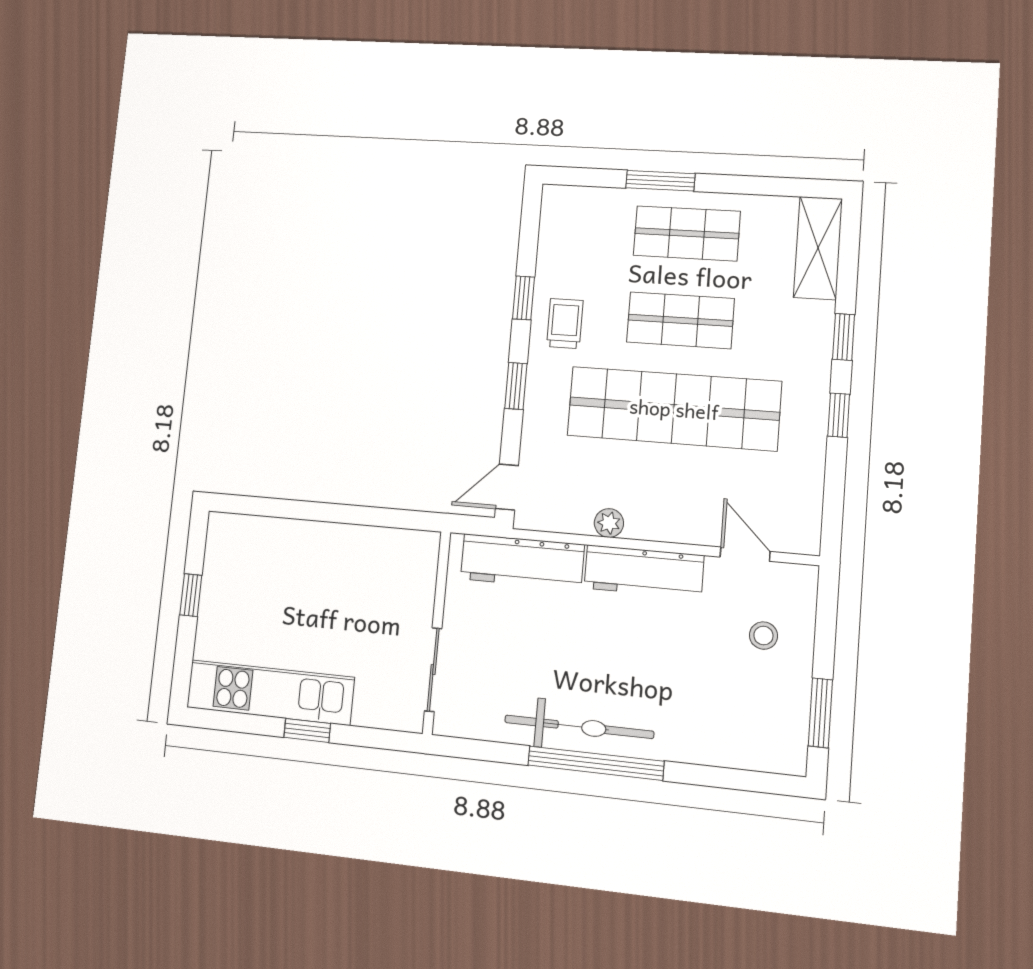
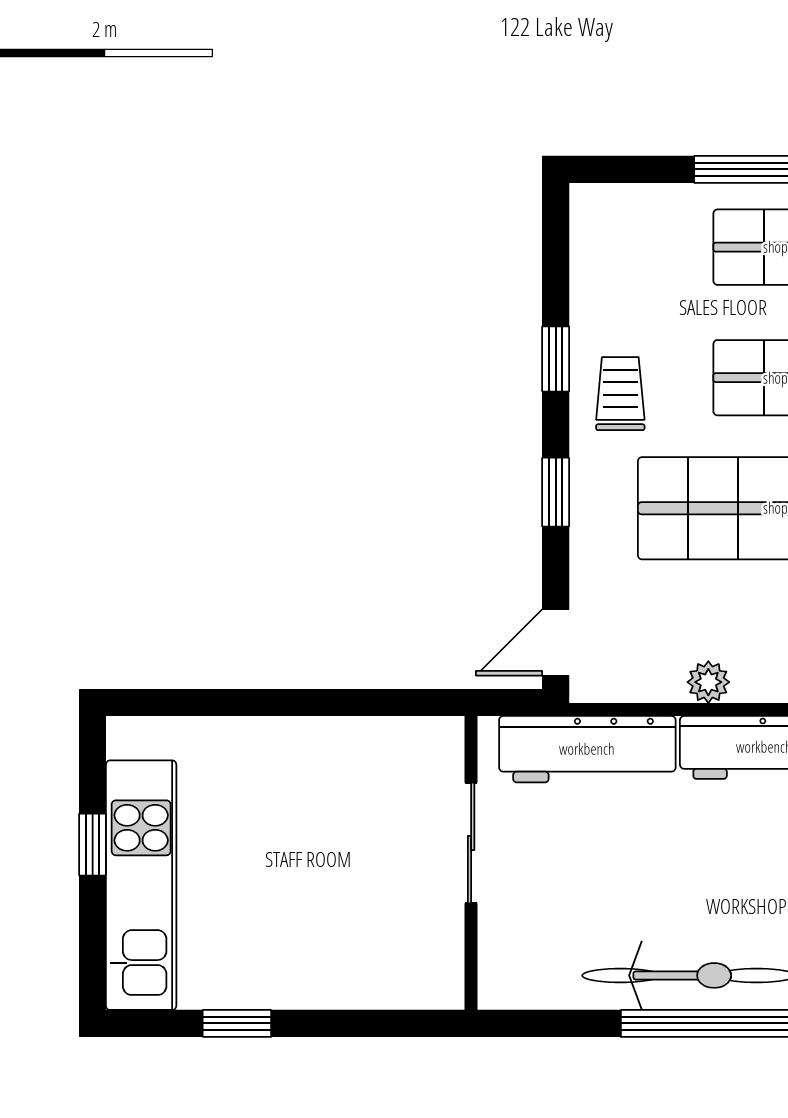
sliding door: (433, 670) -> (471, 843), moved
kitchen unit: (270, 692) -> (141, 885), moved, turned 90
window: (307, 730) -> (237, 1023), moved

